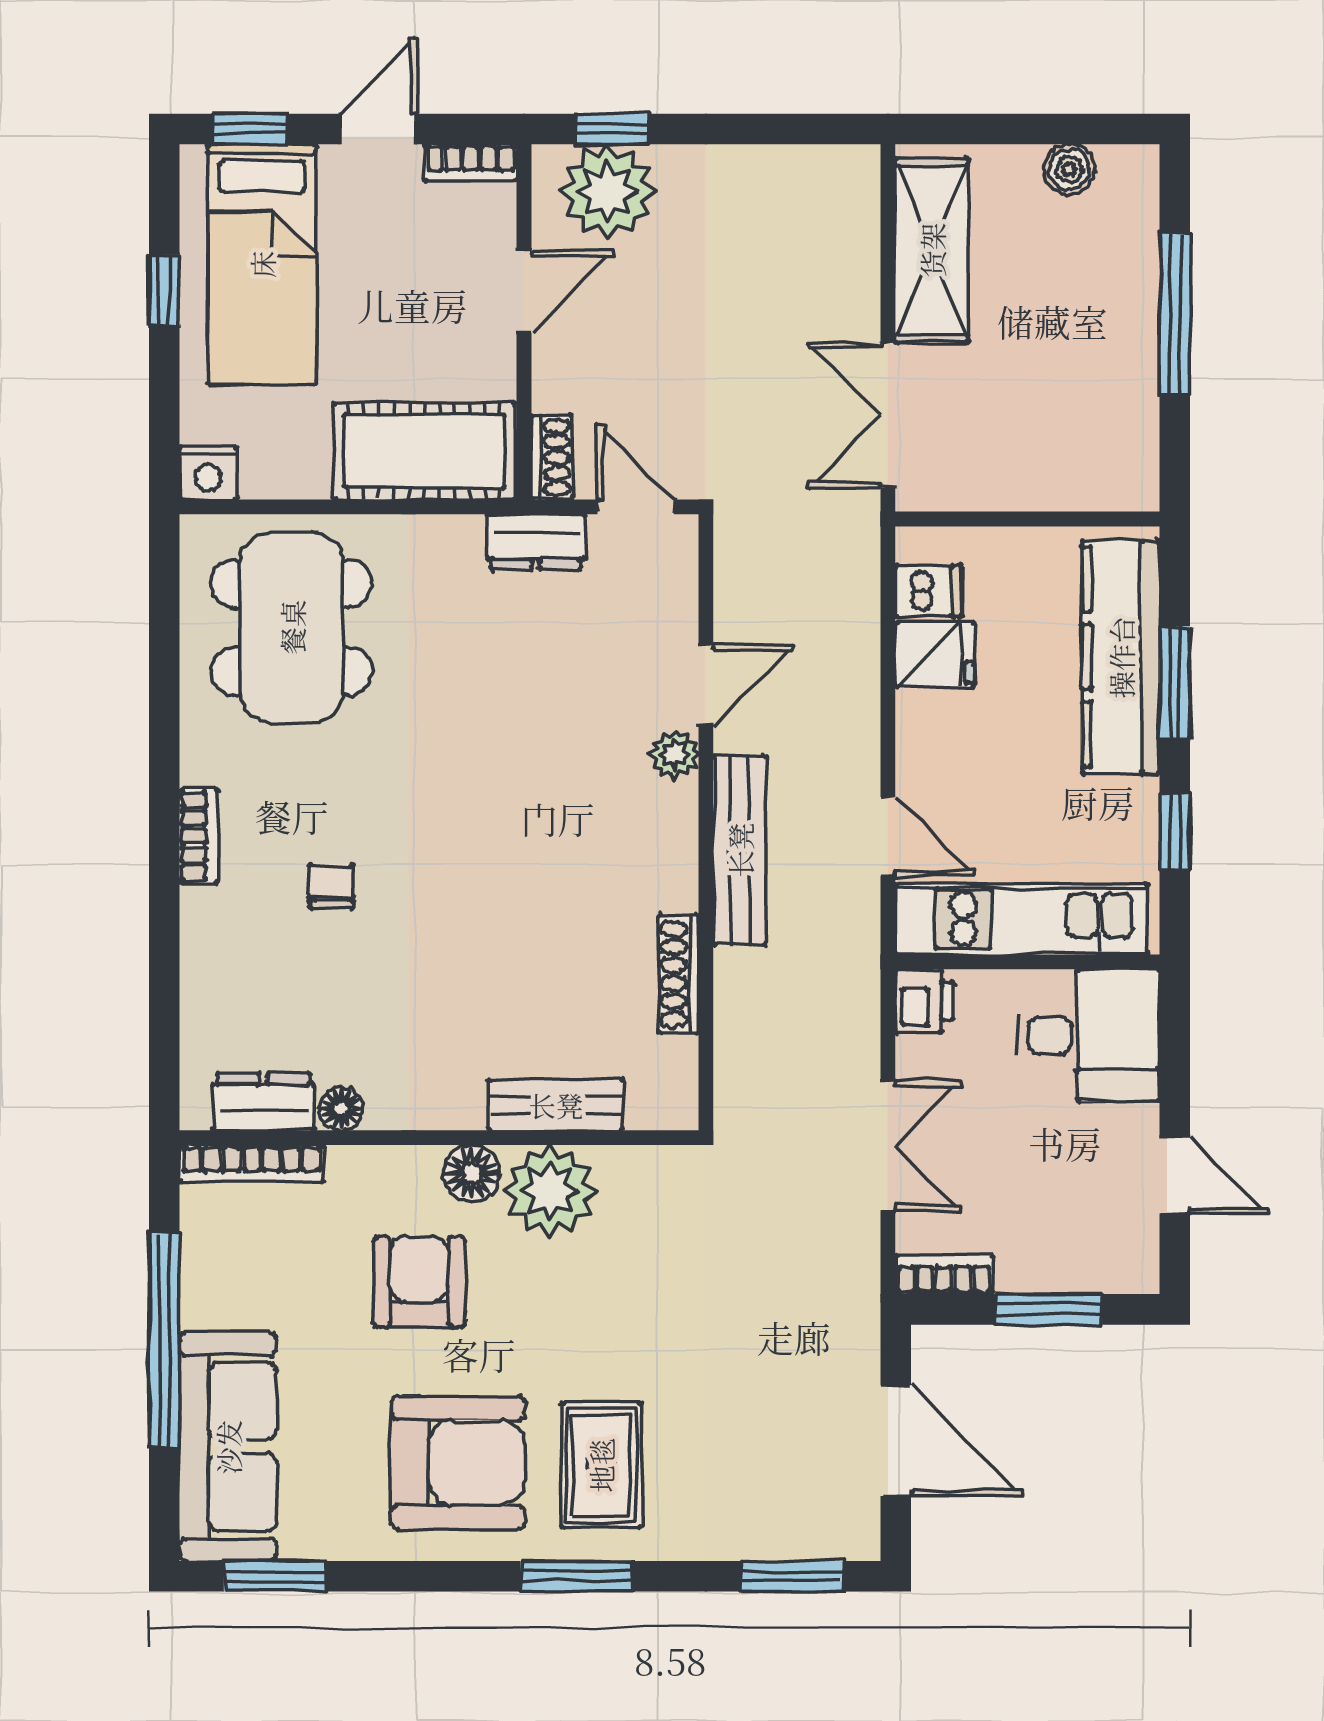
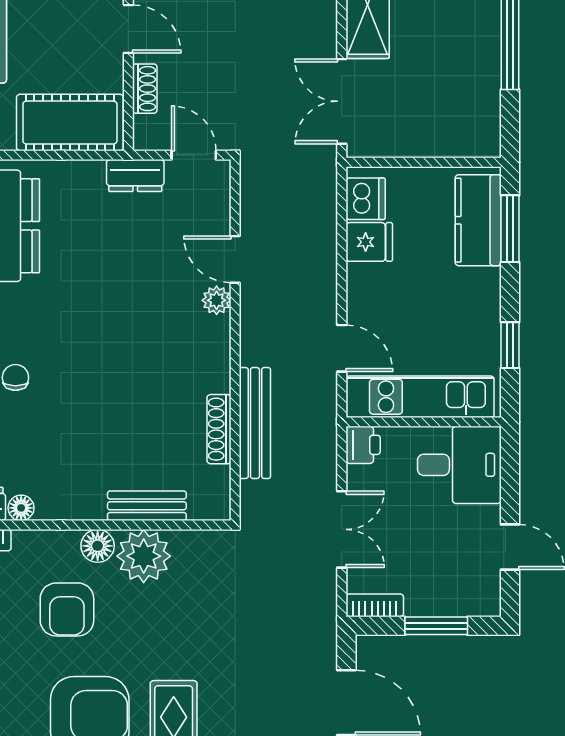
door: (524, 292) -> (128, 29), hinge flipped
shoe rack: (552, 457) -> (145, 89), moved
dishwasher: (929, 591) -> (366, 199), width x1.38
kitchen counter: (1121, 657) -> (478, 220), width x0.67
window: (1175, 683) -> (510, 229), moved
door: (706, 685) -> (235, 259), swing flipped
bench: (740, 850) -> (255, 423), moved
armchair: (419, 1282) -> (67, 609), turned 180

